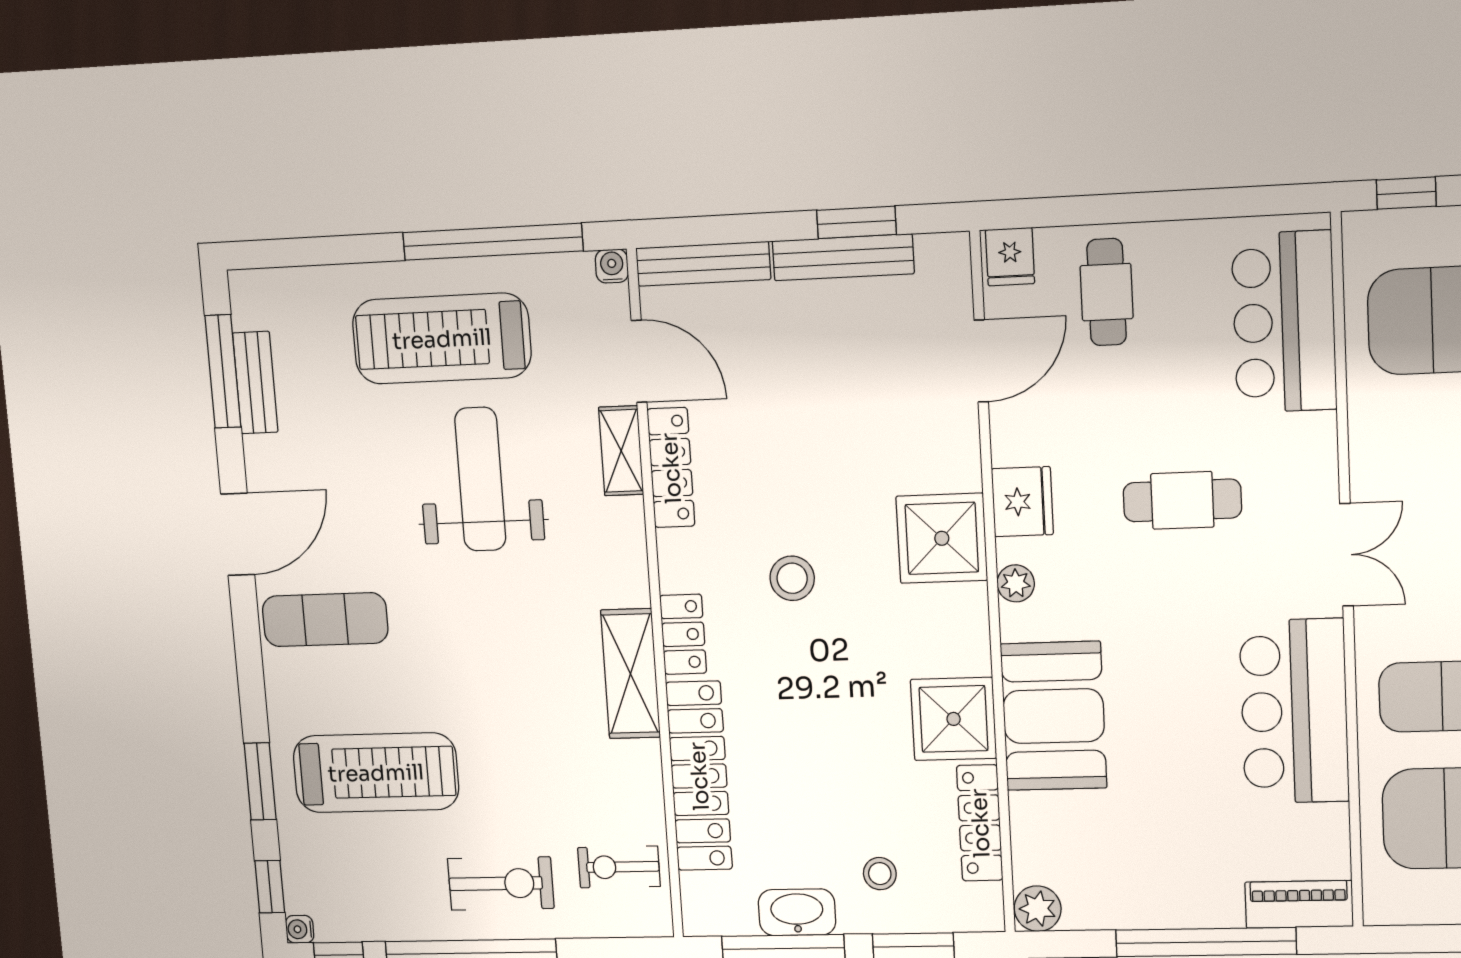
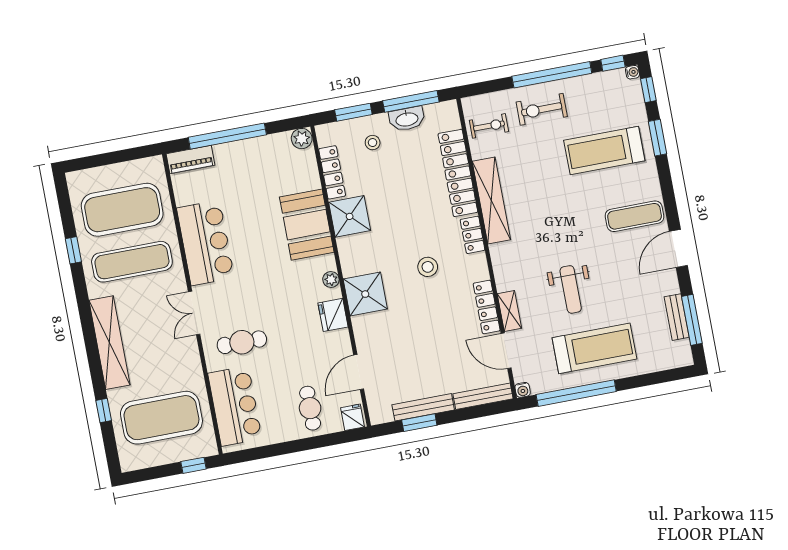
weight bench: (480, 479) -> (571, 289), width x0.73, depth x0.75
cafe table: (1182, 500) -> (242, 342), moved
shelving: (630, 674) -> (491, 201), width x1.47

